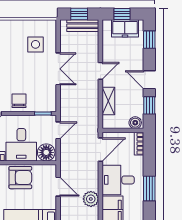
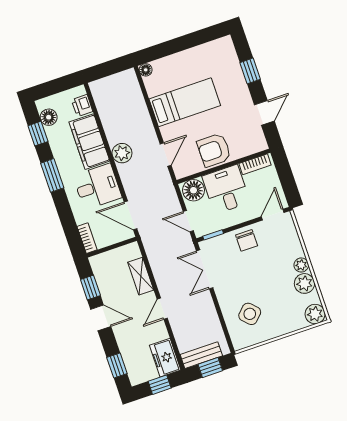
freezer: (125, 28) -> (165, 358), moved, turned -90
side table: (35, 44) -> (250, 314), turned 45
double door: (58, 69) -> (205, 269), moved
boiler: (135, 123) -> (100, 261), removed
door: (58, 130) -> (188, 221), hinge flipped
door: (100, 150) -> (131, 215), hinge flipped
door: (58, 187) -> (166, 155), swing flipped
window: (149, 189) -> (52, 175), moved

